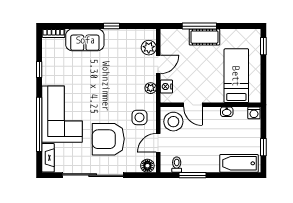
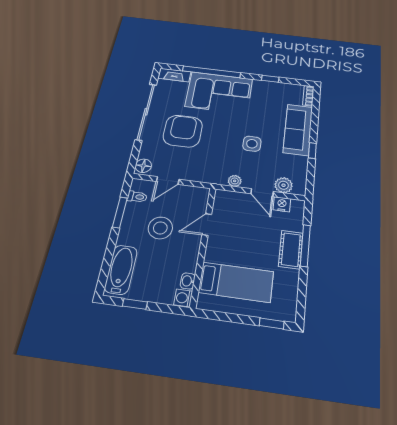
sofa: (85, 40) -> (298, 130), width x1.36
nightstand: (166, 87) -> (282, 204), moved
washbasin: (227, 112) -> (188, 281), moved
side table: (139, 117) -> (252, 144), moved
stool: (173, 122) -> (160, 228), moved
door: (158, 143) -> (168, 180), swing flipped

